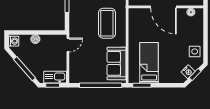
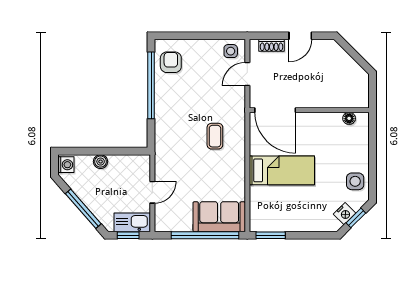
door: (163, 7) -> (275, 110), moved
coffee table: (107, 23) -> (215, 136), width x0.54, depth x0.58
door: (68, 45) -> (152, 192), moved
sofa: (116, 63) -> (219, 217), moved, turned 90
bed: (149, 63) -> (282, 170), moved, turned 90

